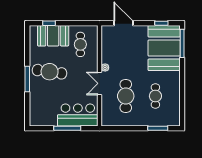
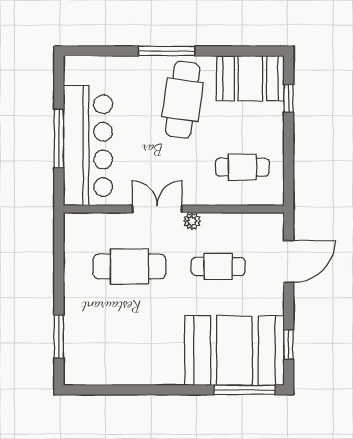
booth: (53, 36) -> (250, 78), moved, turned 90
cafe table: (155, 96) -> (218, 266), moved
bar counter: (78, 115) -> (88, 146), width x1.36

